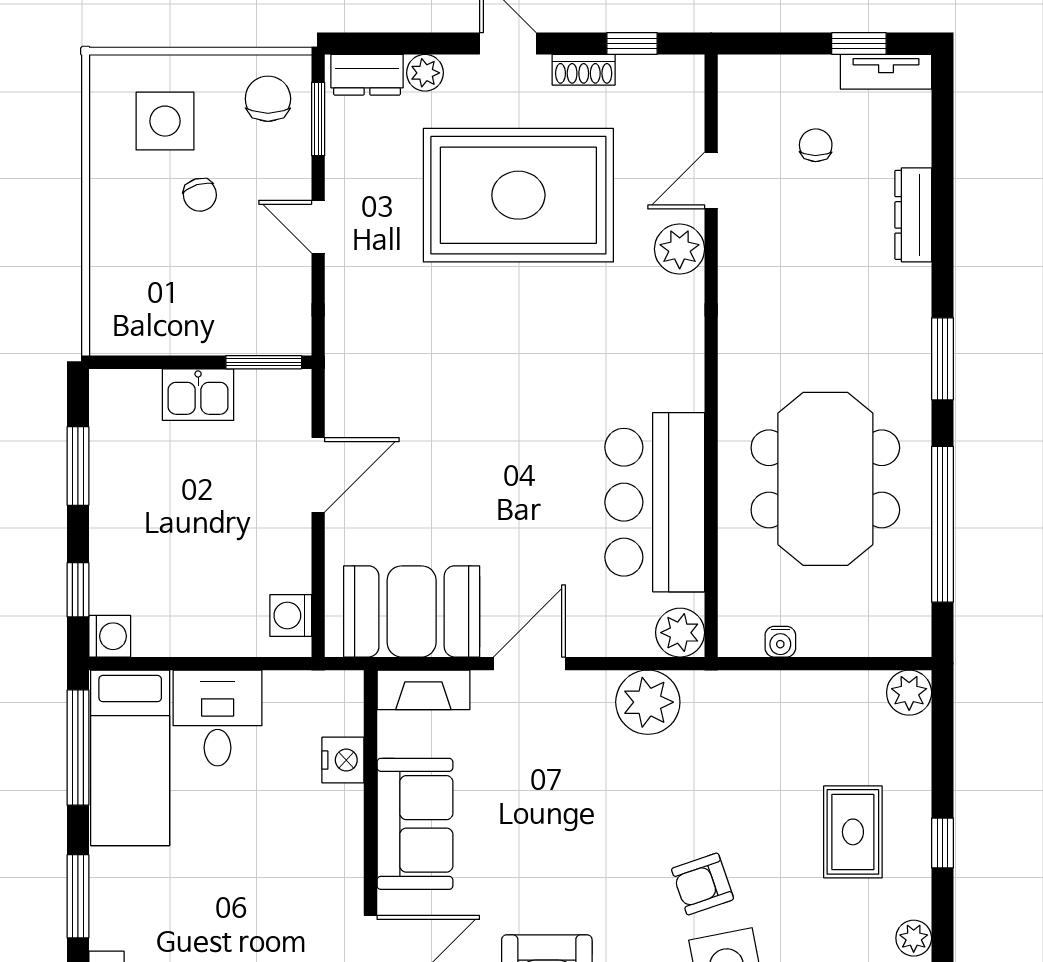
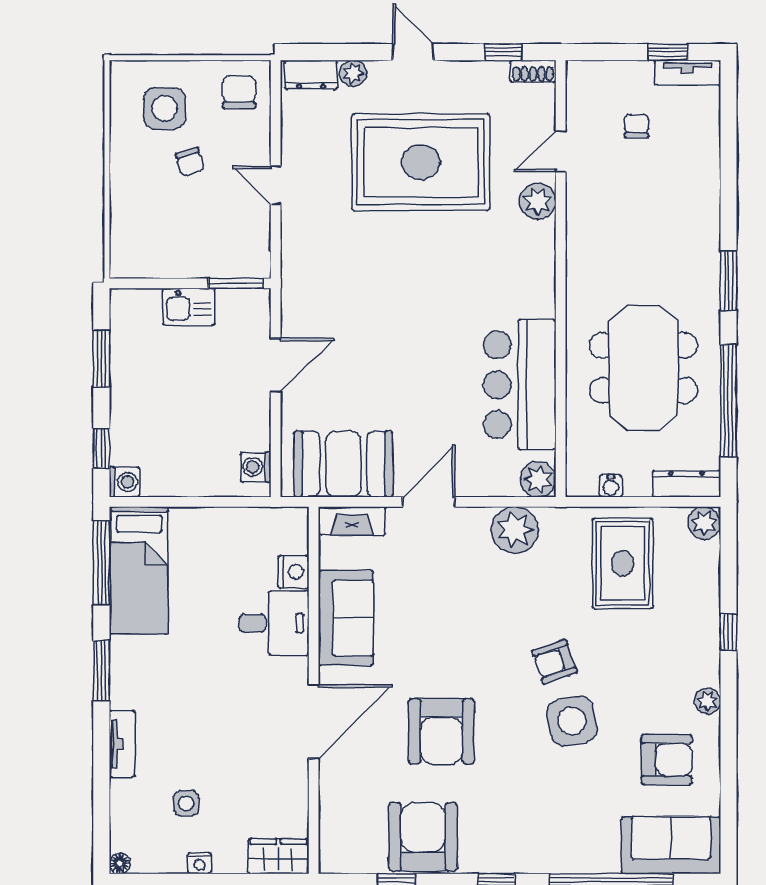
shoe rack: (584, 70) -> (533, 71), moved
window: (318, 119) -> (276, 107), removed
dresser: (913, 215) -> (686, 484), moved, turned 90
desk: (218, 718) -> (274, 623), moved, turned 90
rug: (853, 832) -> (623, 563), moved, width x1.36, depth x1.43

